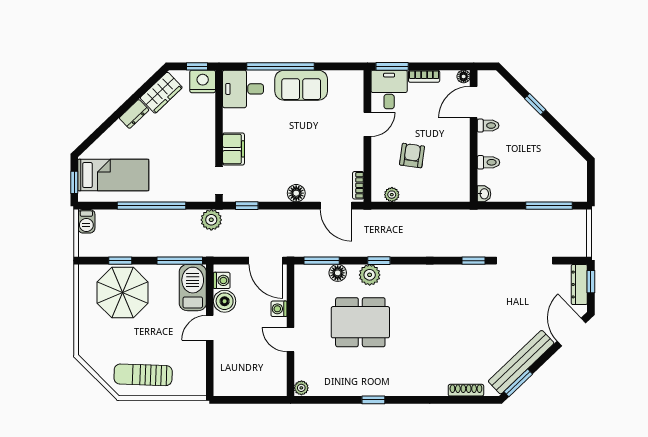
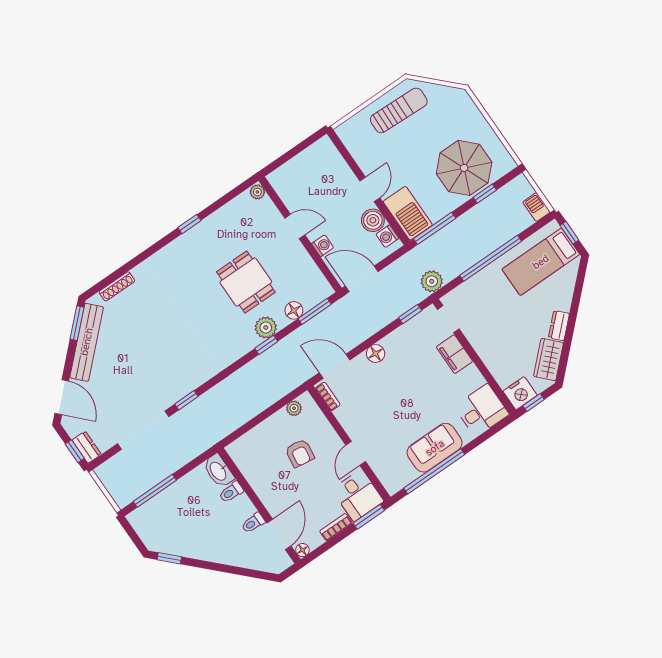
window: (280, 66) -> (434, 471), moved
window: (535, 104) -> (169, 558), moved
washbasin: (484, 194) -> (218, 471), width x1.91, depth x1.45
dresser: (579, 285) -> (86, 447), width x0.70
dining table: (360, 322) -> (246, 282), width x0.73

